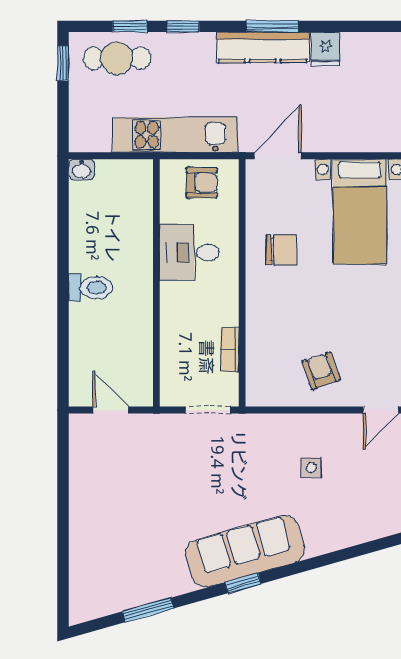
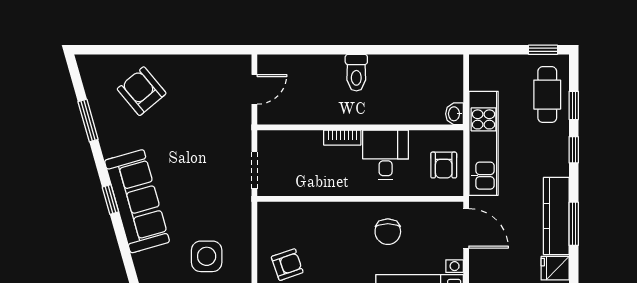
washbasin: (82, 170) -> (454, 114), moved
bookcase: (230, 349) -> (342, 138), moved, turned 180
side table: (311, 468) -> (207, 256), width x1.87, depth x1.87
armchair: (113, 546) -> (142, 91), added

